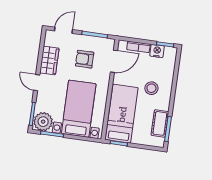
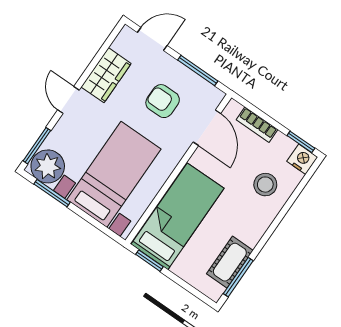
nightstand: (157, 51) -> (302, 159), moved
door: (114, 61) -> (207, 128), hinge flipped
stool: (151, 88) -> (265, 185), moved

